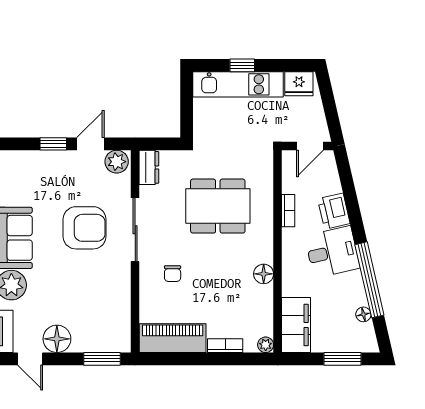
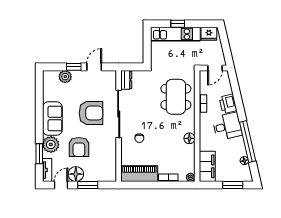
plant: (117, 162) -> (65, 77), moved
dining table: (218, 206) -> (176, 97), moved, turned 90
sliding door: (135, 230) -> (119, 114), width x1.36
armchair: (63, 290) -> (79, 147), added
door: (30, 359) -> (61, 185), swing flipped
window: (102, 359) -> (88, 185), moved

